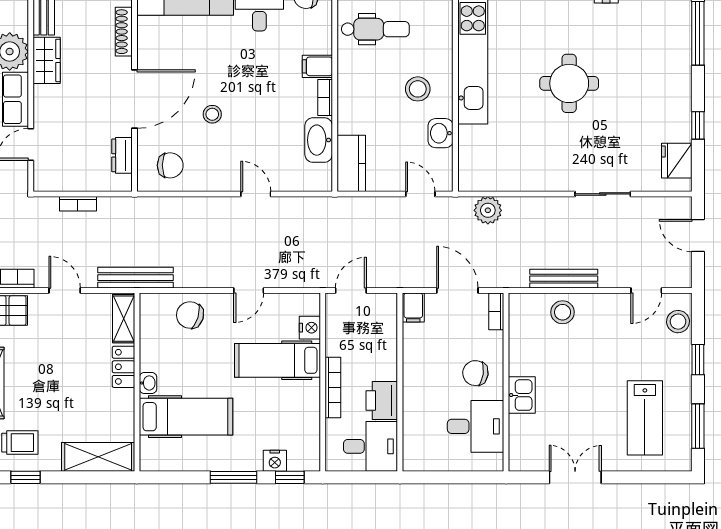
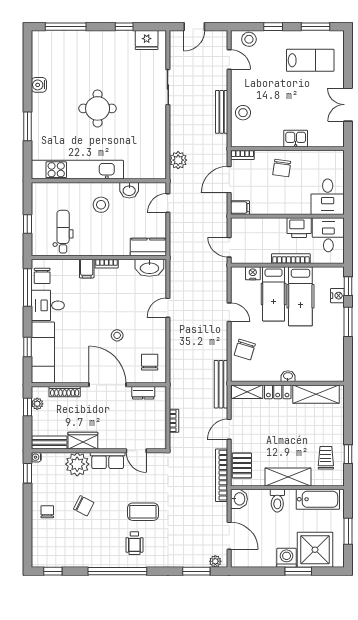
washbasin: (319, 140) -> (149, 268), moved
hospital bed: (186, 417) -> (300, 296), moved, turned 180
desk: (476, 426) -> (328, 197), moved, turned 180
shelving: (98, 457) -> (316, 394), moved, turned 90

